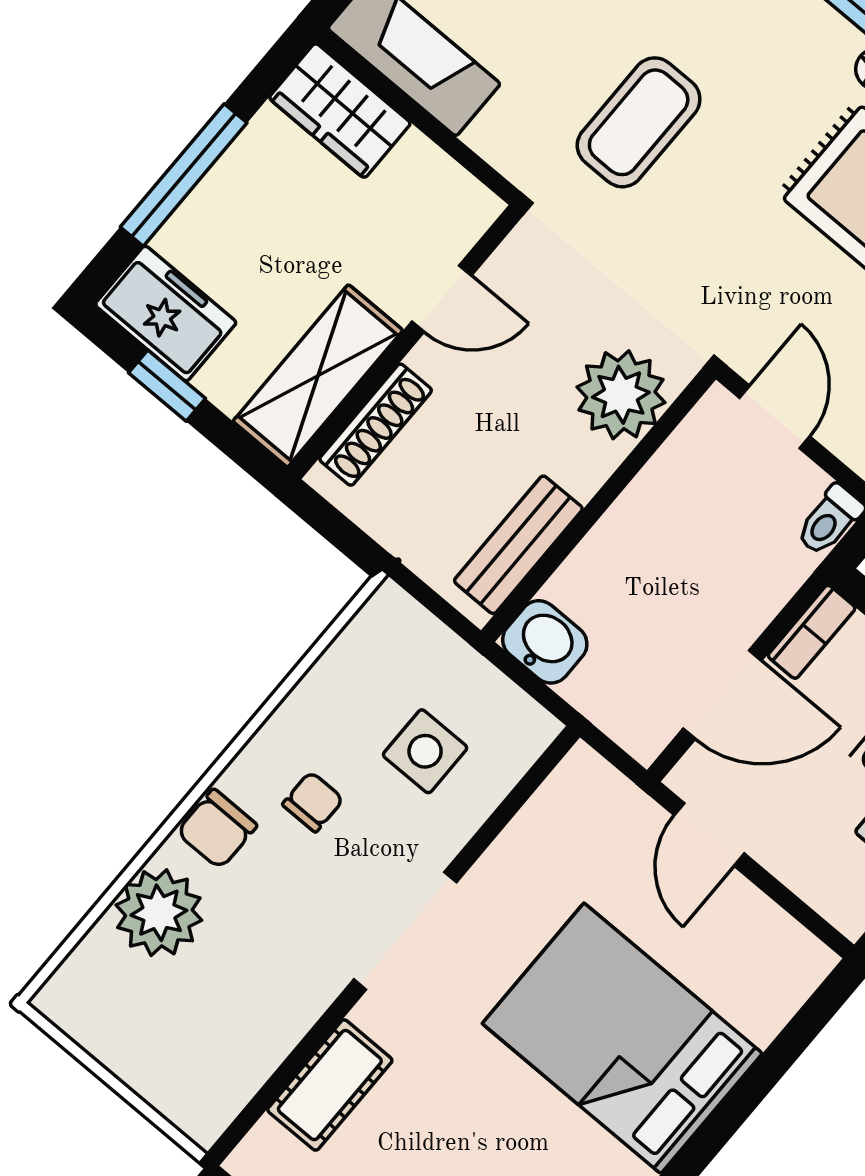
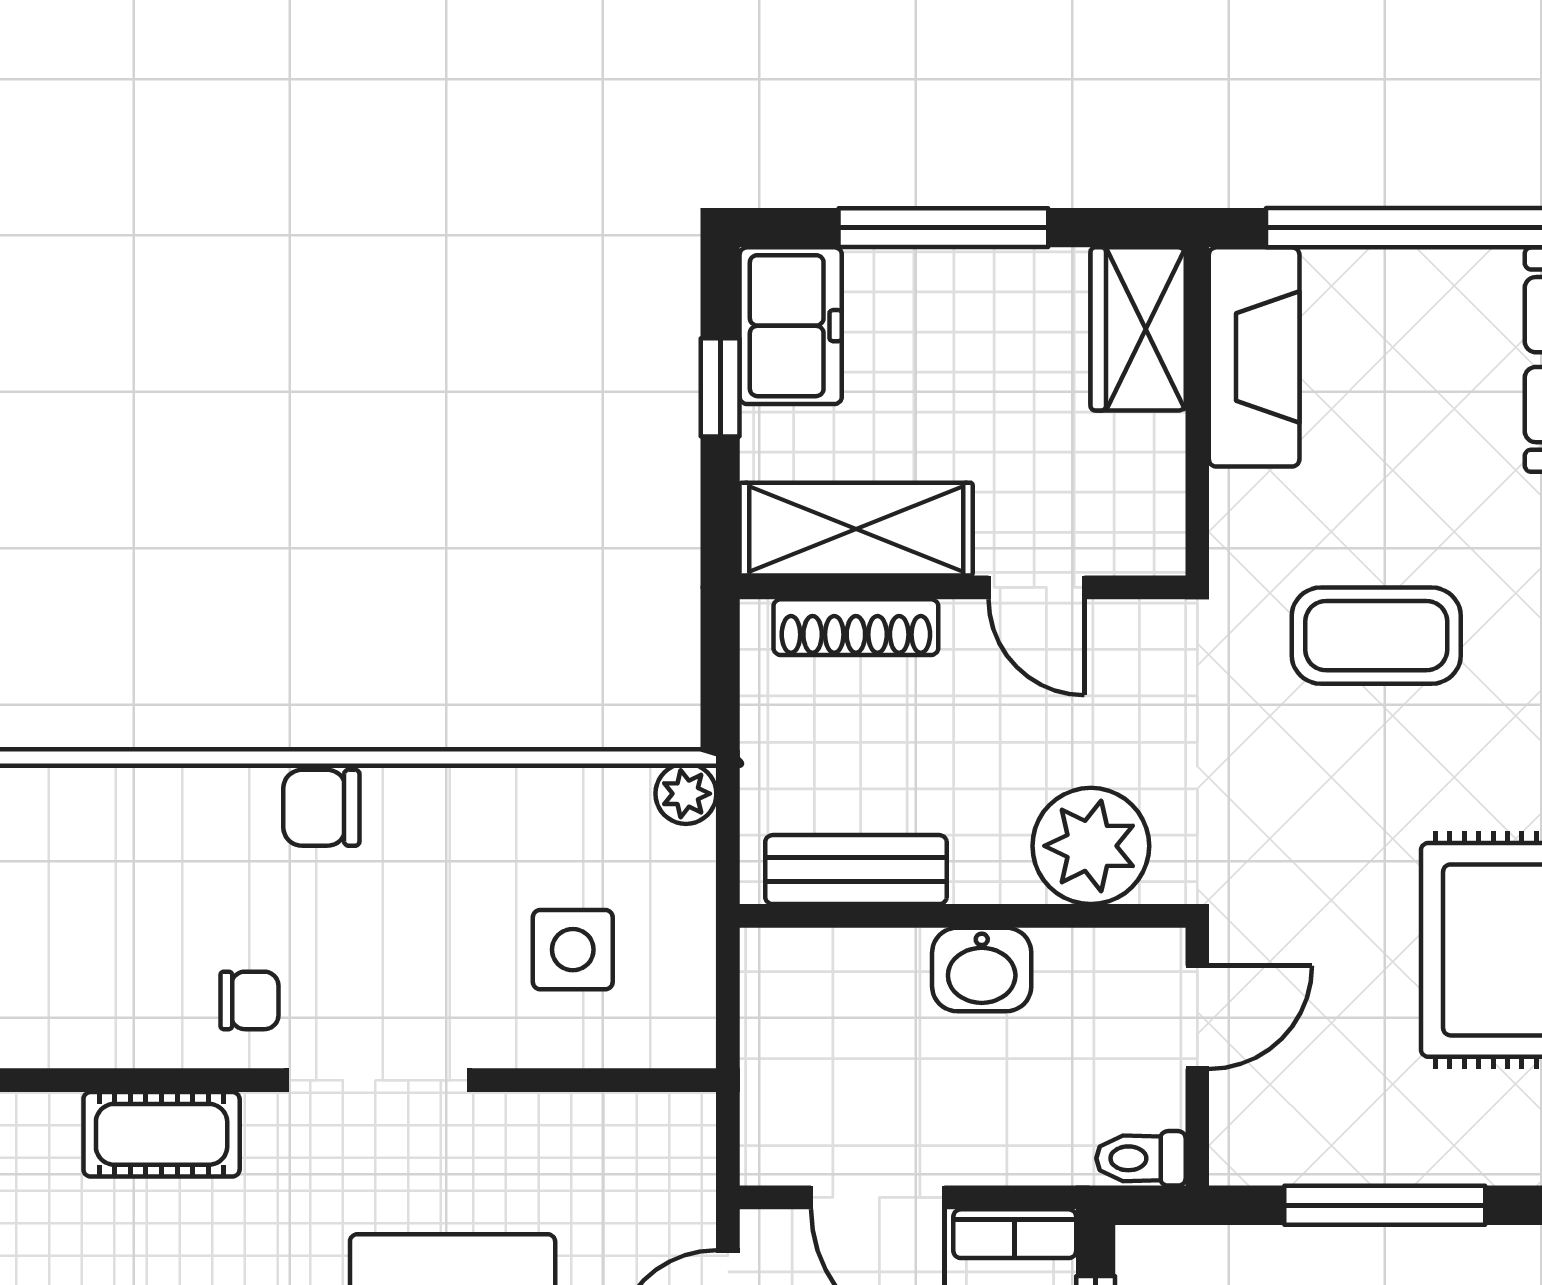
washbasin: (545, 642) -> (982, 970), moved, turned 90
chair: (313, 802) -> (249, 1000), moved
plant: (159, 913) -> (686, 794), moved, width x0.53, depth x0.53

